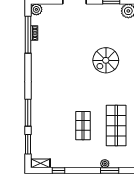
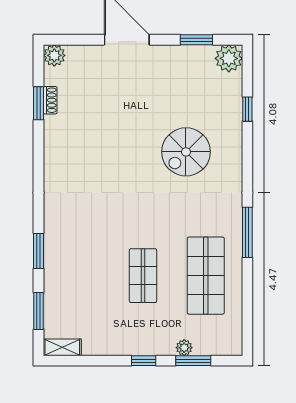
window: (28, 35) -> (39, 103), width x0.47
window: (28, 113) -> (39, 251), width x0.69
window: (58, 170) -> (144, 361), moved

